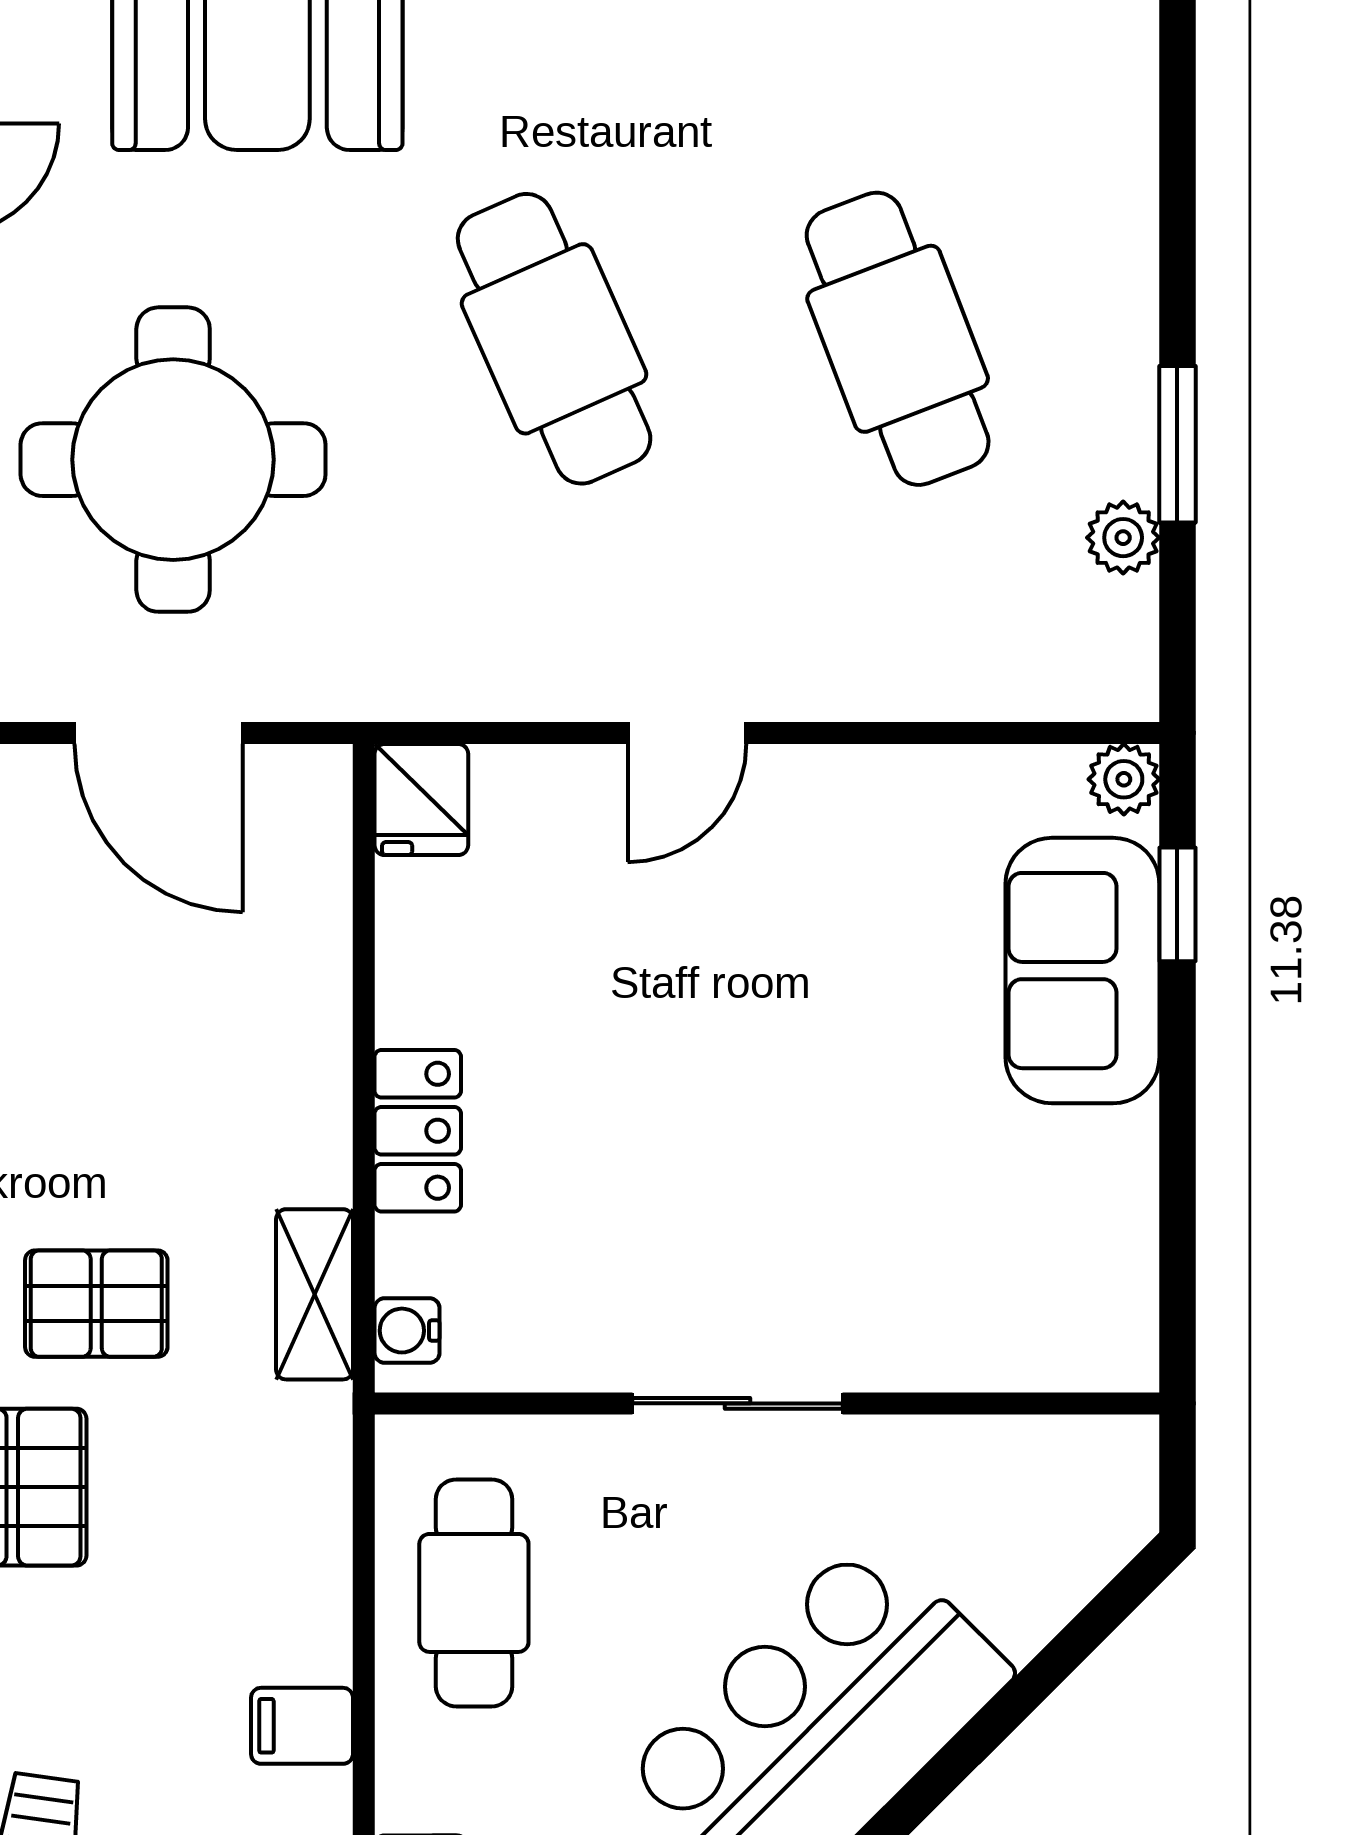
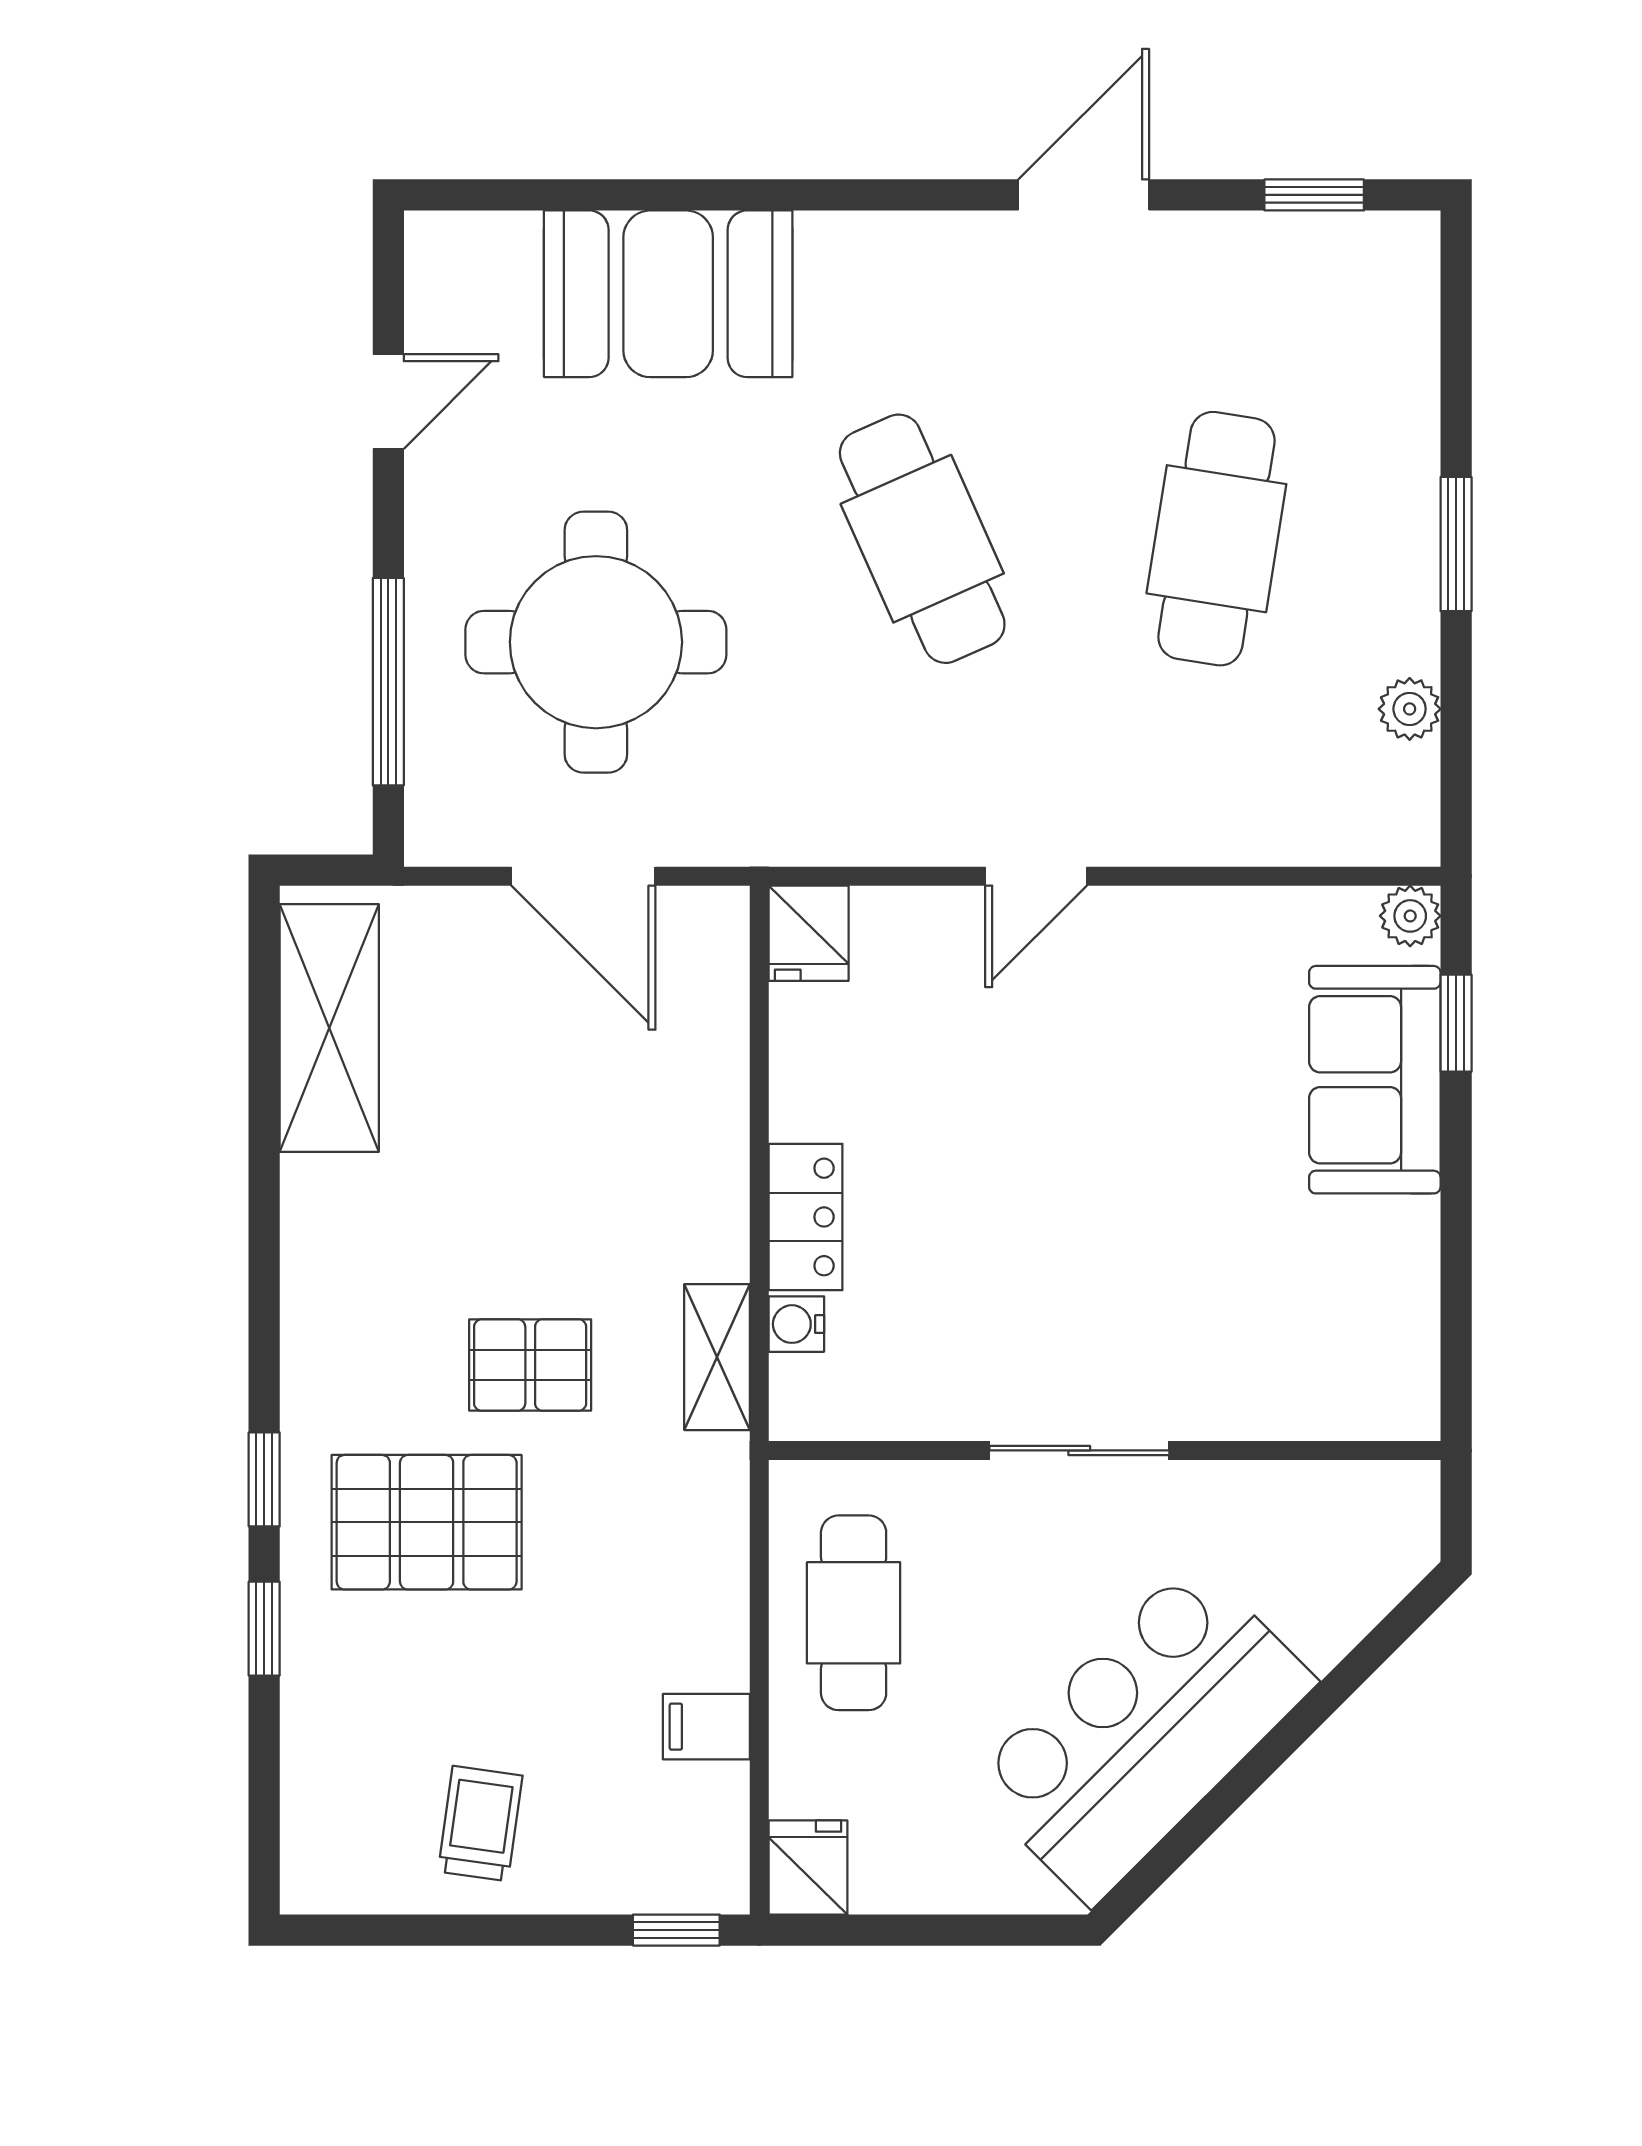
cafe table: (898, 339) -> (1216, 539), turned 30
window: (1177, 444) -> (1456, 544), moved
water cooler: (407, 1331) -> (796, 1324), moved

